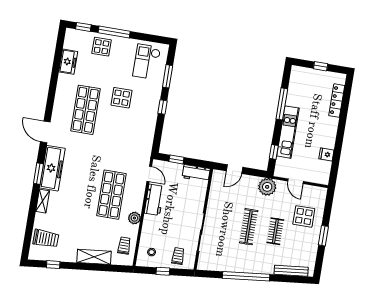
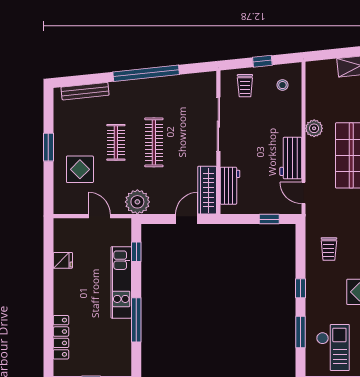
workbench: (196, 173) -> (230, 186), moved, turned 90
wardrobe: (217, 187) -> (207, 190), added
trolley: (124, 246) -> (329, 249), moved

